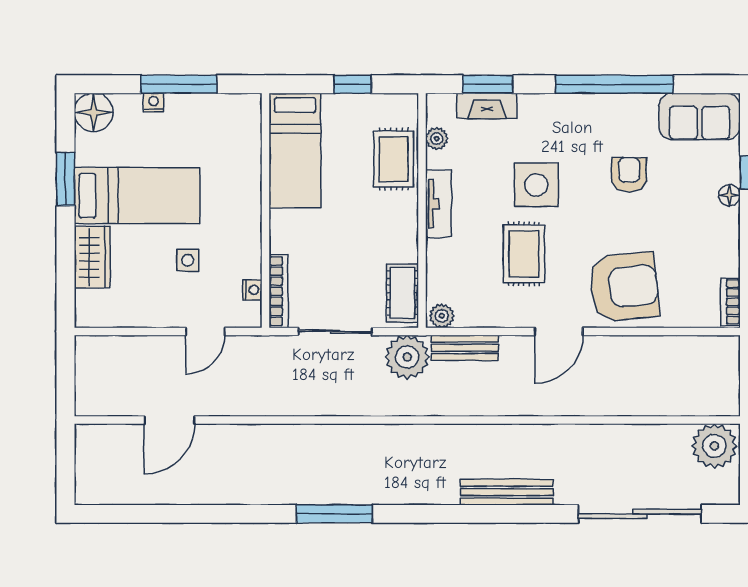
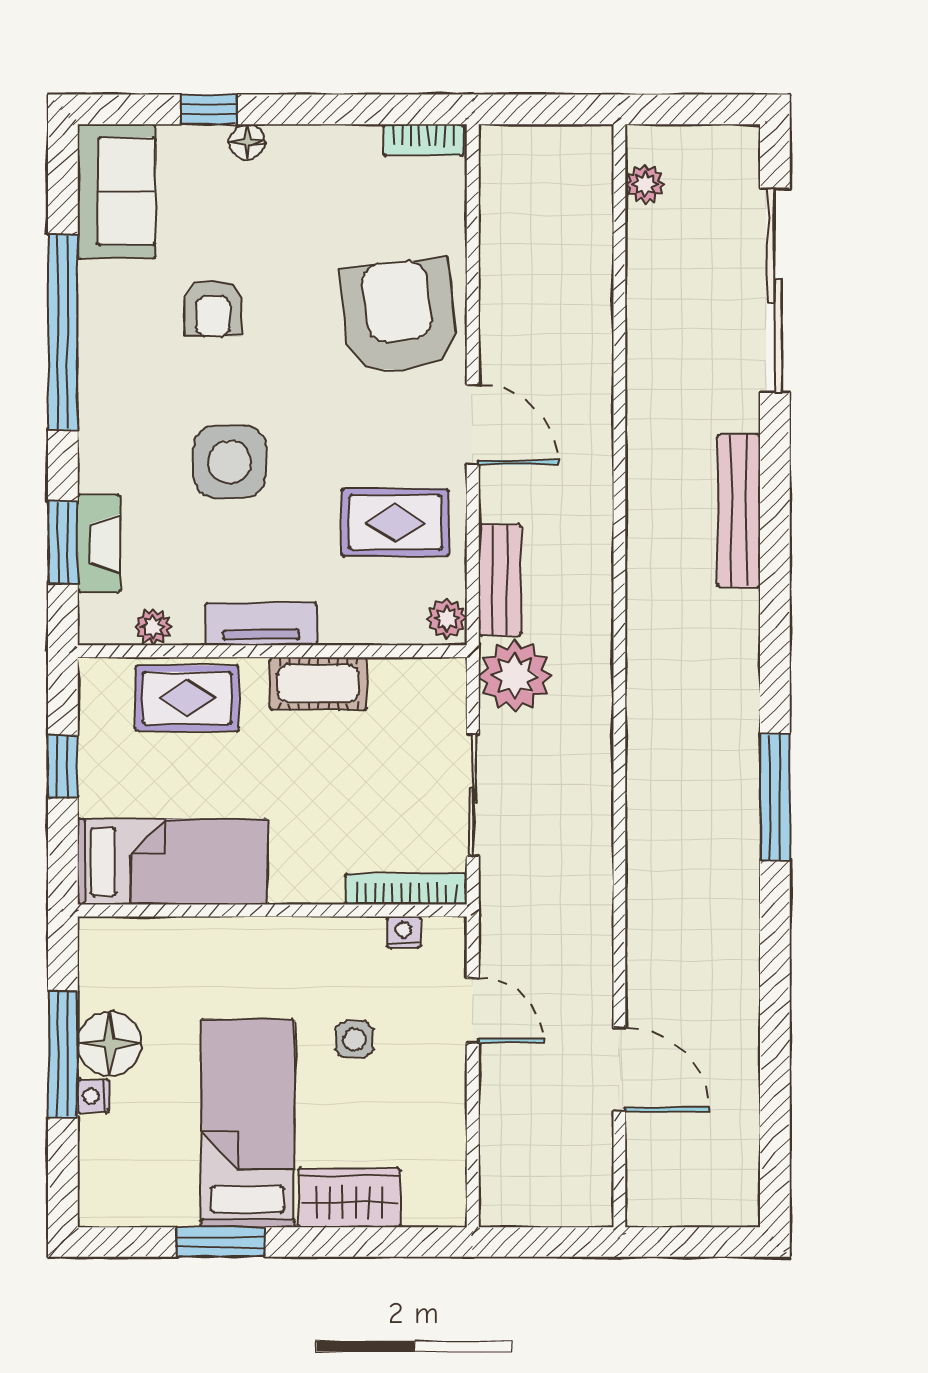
floor lamp: (94, 112) -> (110, 1043), moved
armchair: (629, 175) -> (213, 308), turned -90
rug: (524, 254) -> (395, 522), moved
cot: (403, 293) -> (318, 683), moved
plant: (714, 446) -> (645, 184), width x0.53, depth x0.53

